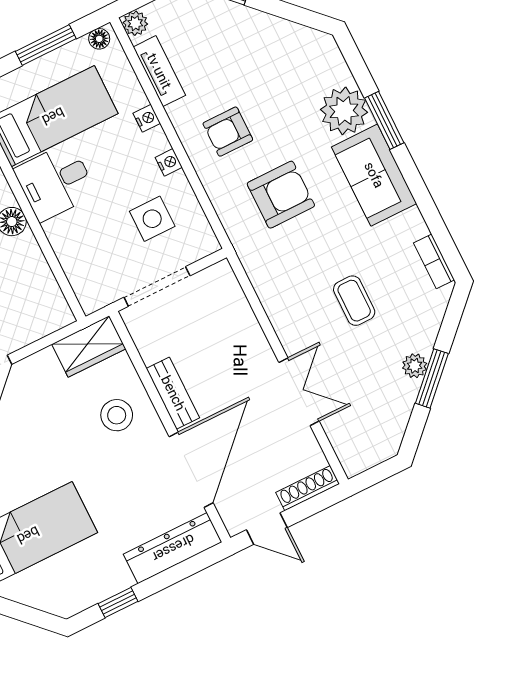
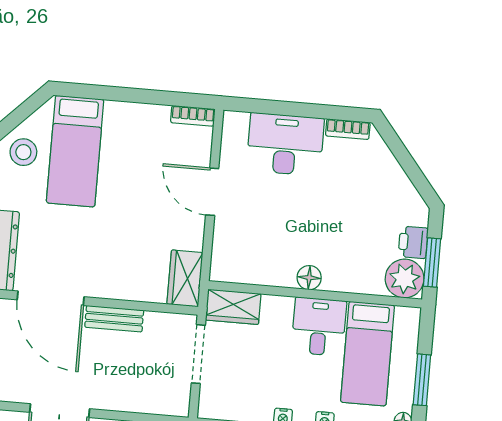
side table: (152, 219) -> (249, 380), removed
wardrobe: (88, 280) -> (233, 307), added
stool: (117, 415) -> (23, 152), moved

